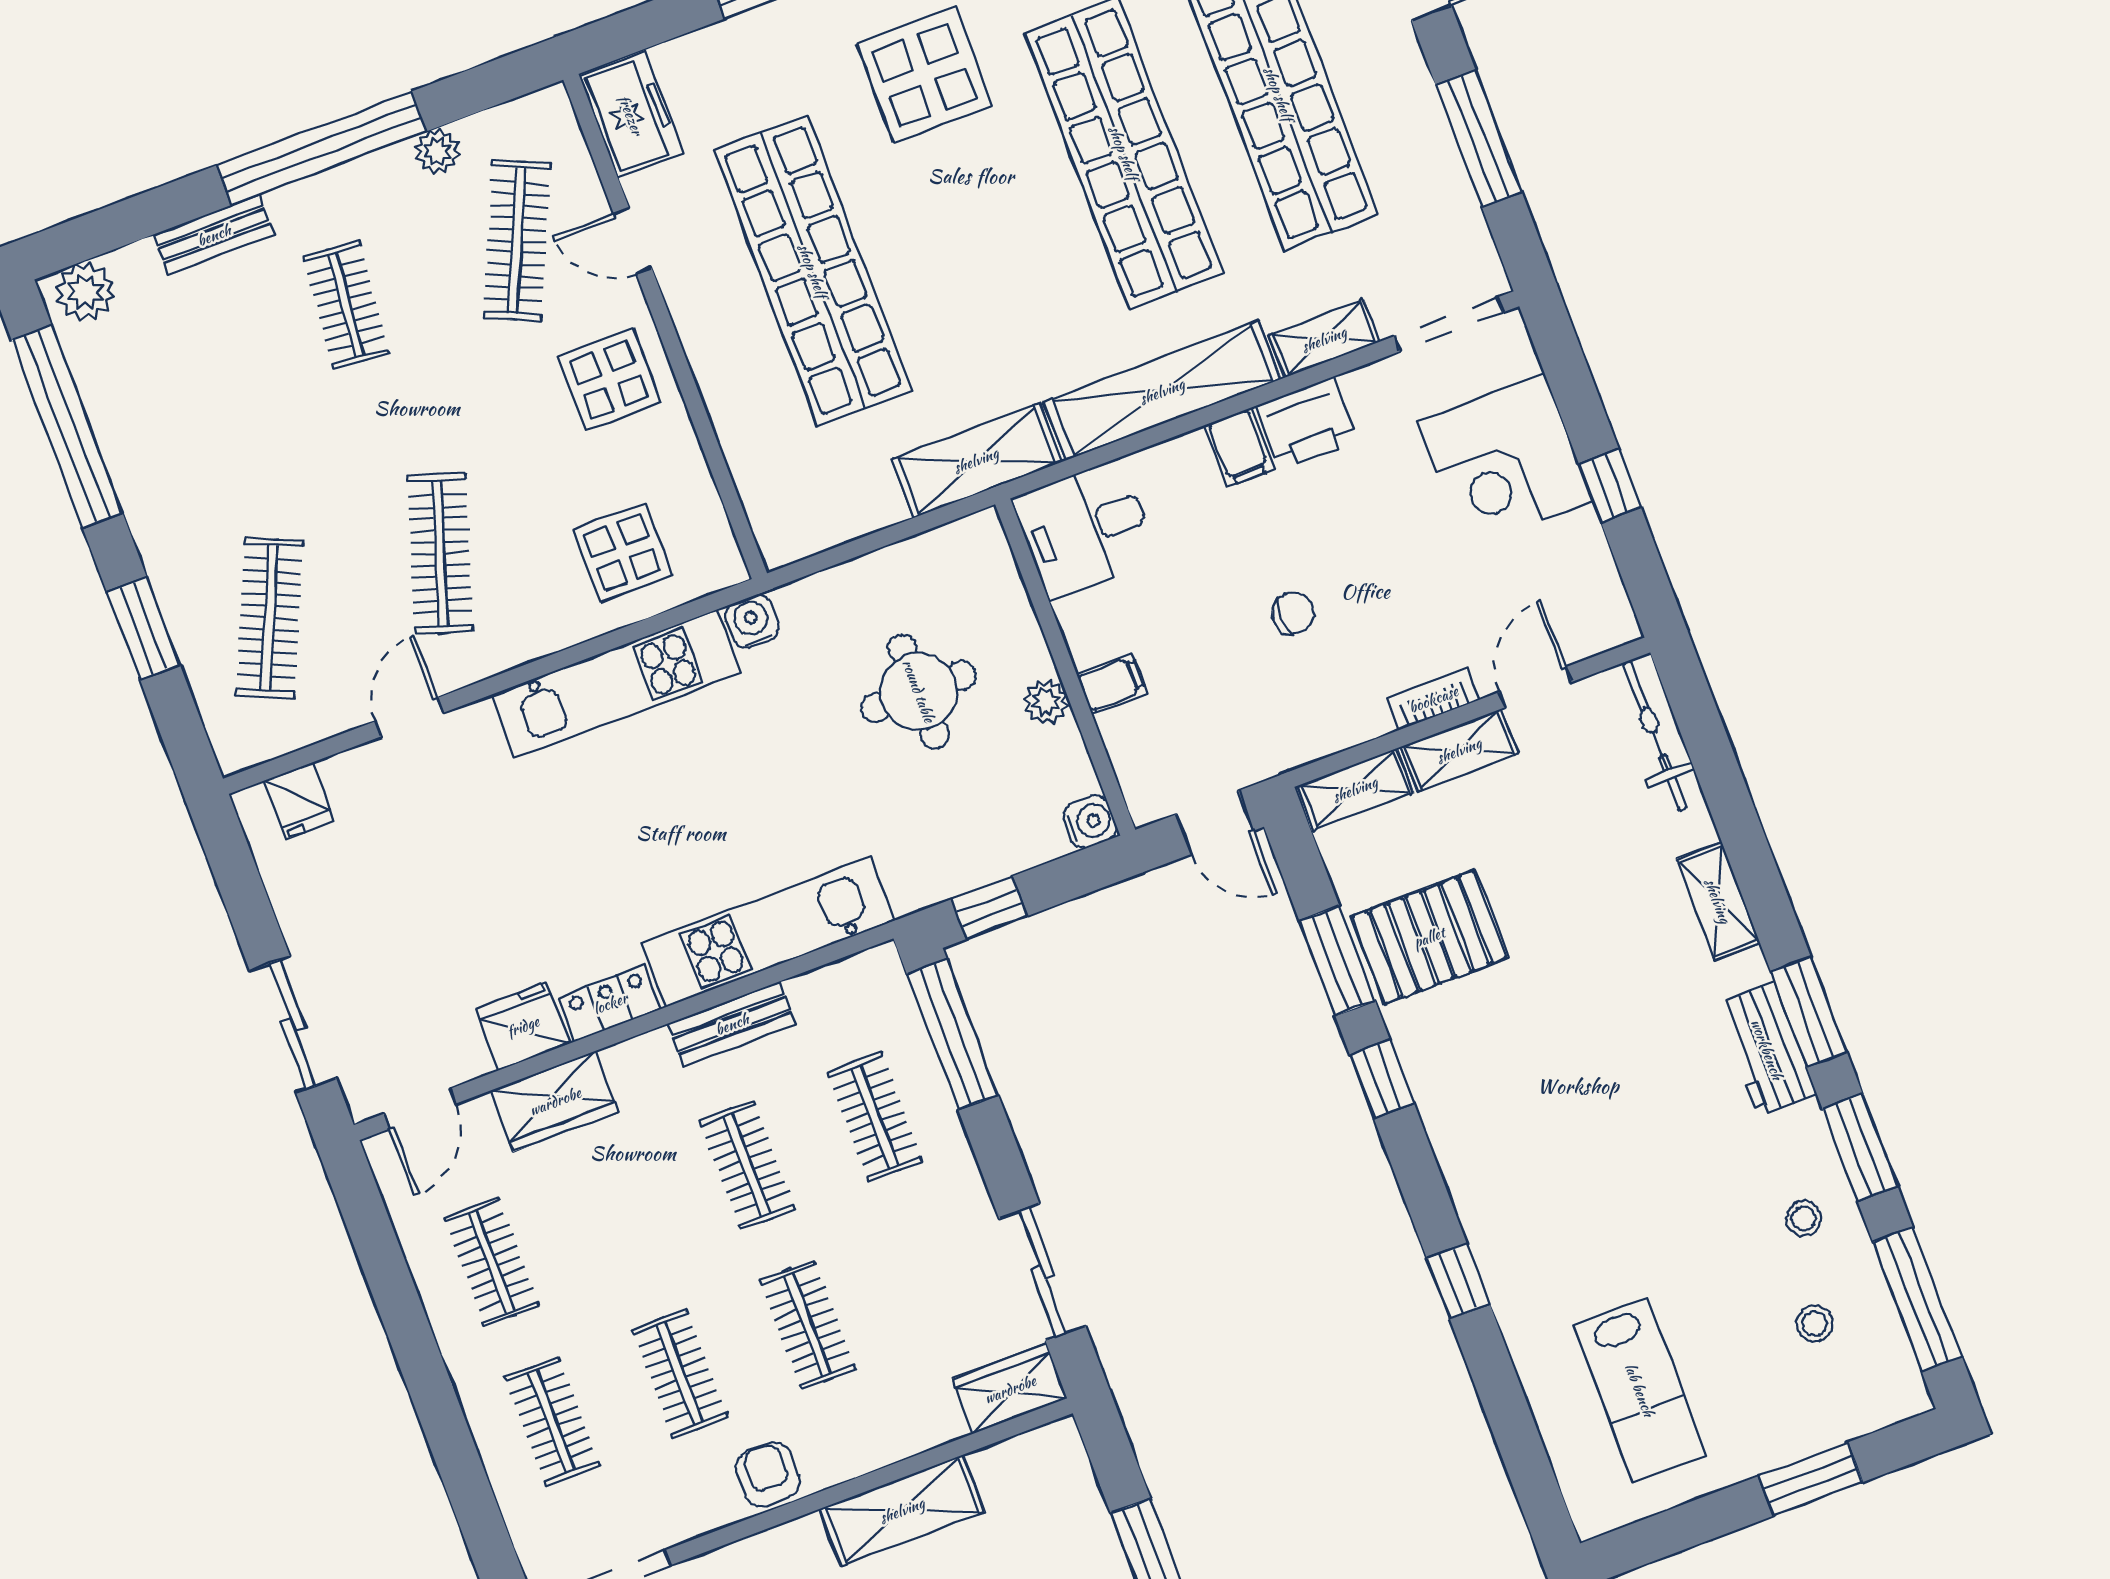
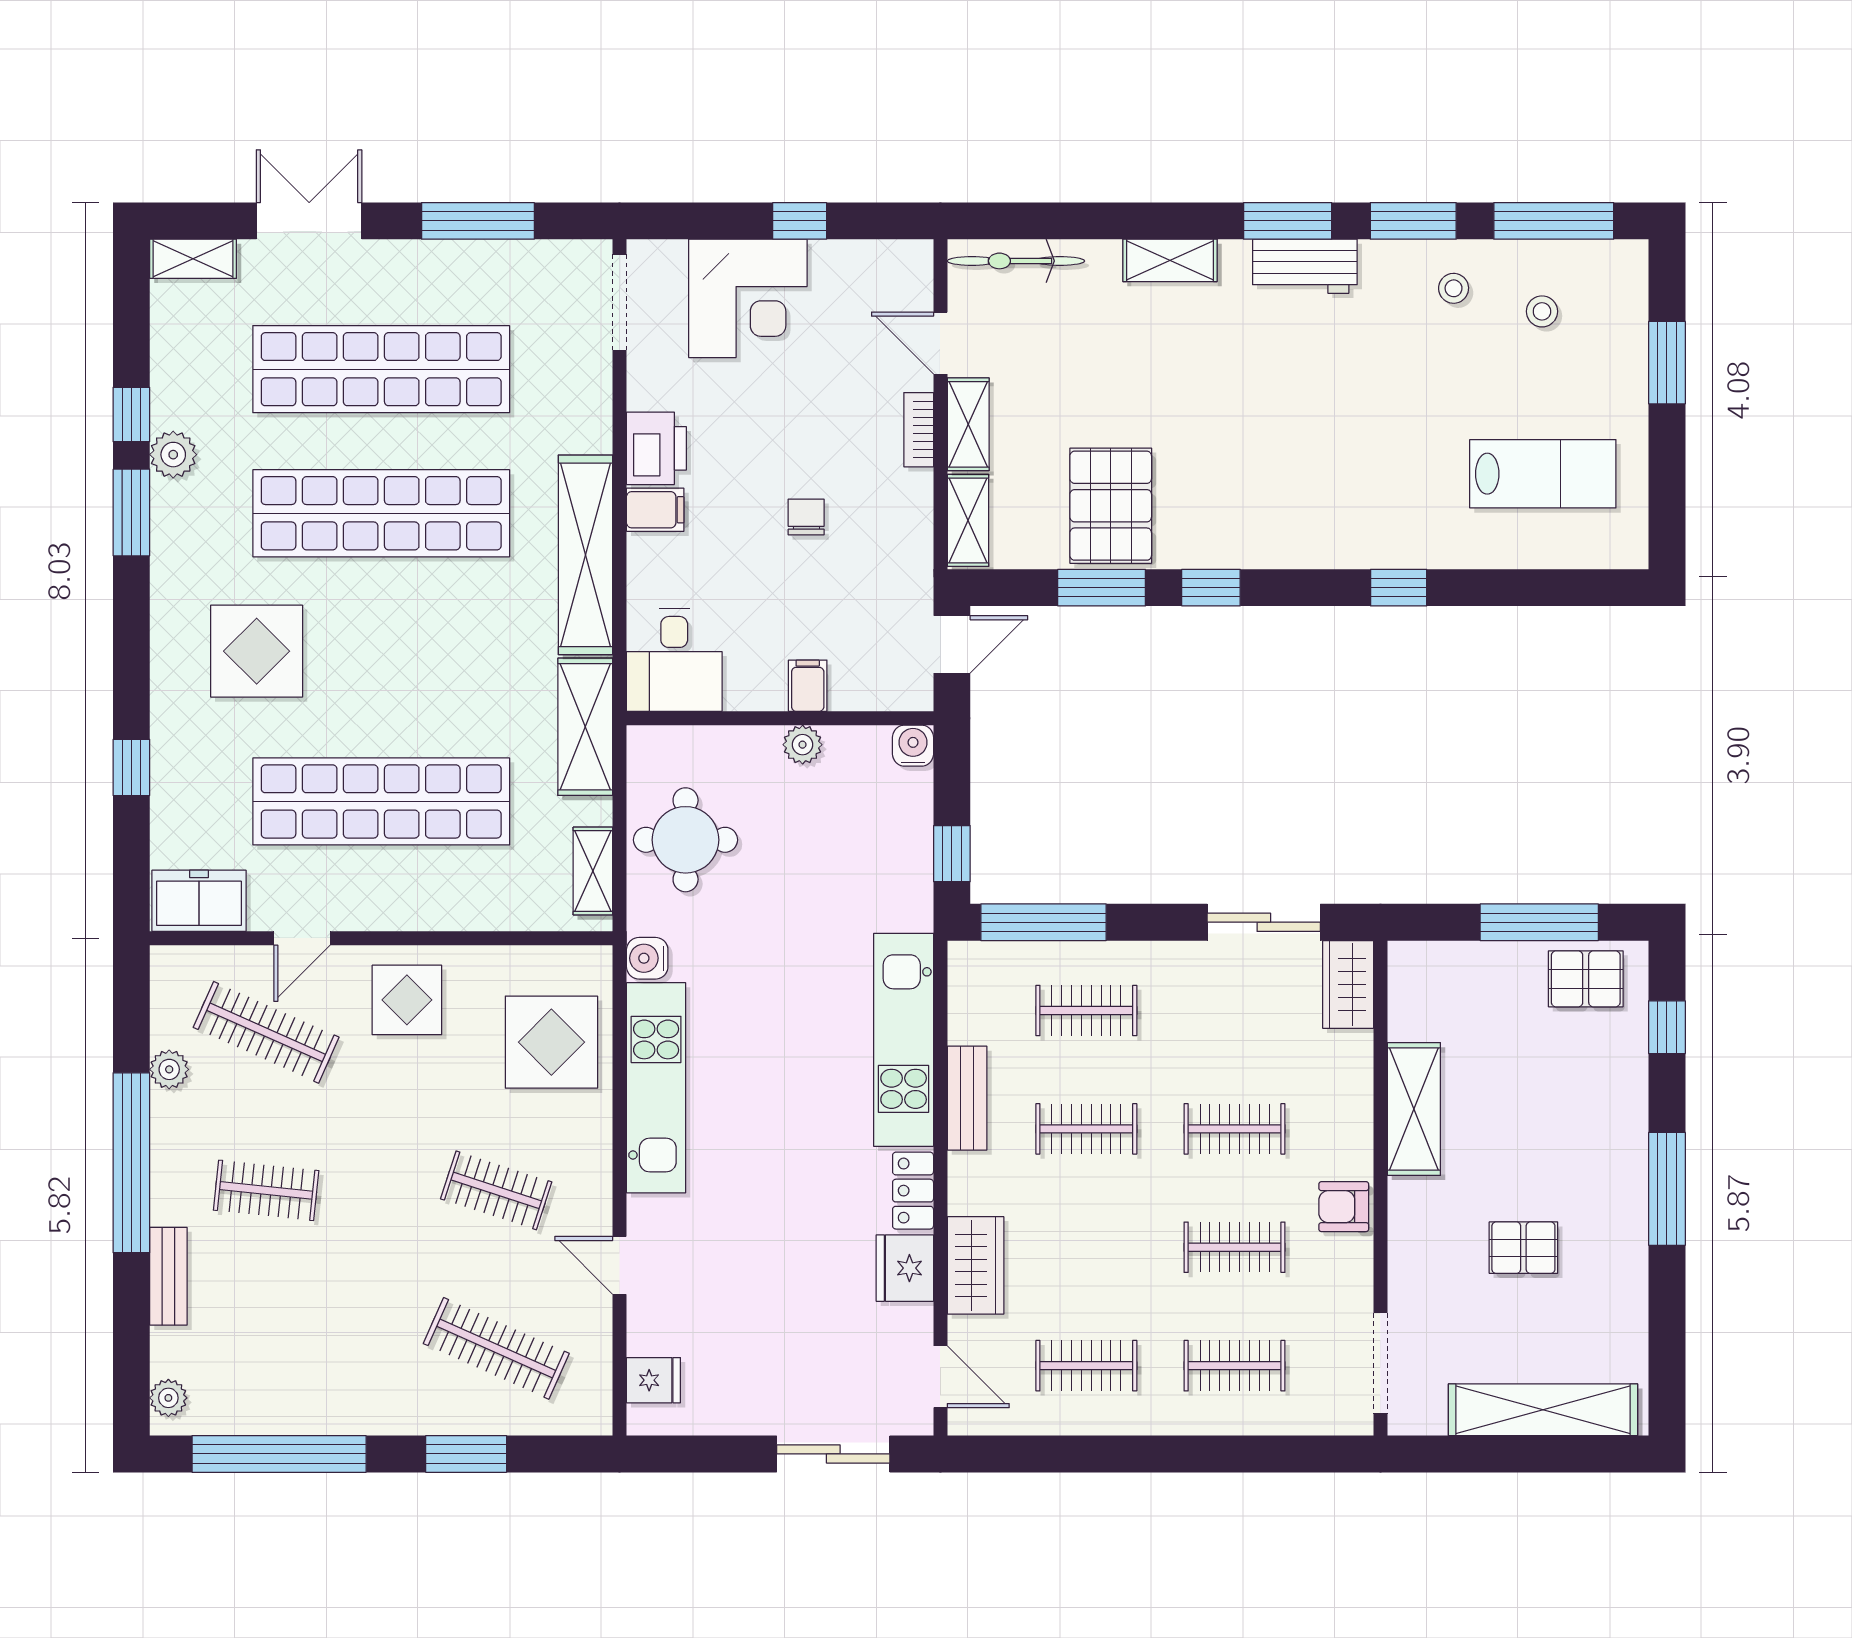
plant: (85, 292) -> (168, 1398), width x0.73, depth x0.73
shelving: (1324, 339) -> (593, 871), moved
clothes rail: (440, 553) -> (496, 1190), width x0.73
display table: (623, 553) -> (551, 1042), width x1.36, depth x1.36
round table: (919, 691) -> (686, 840), moved

